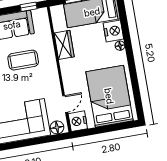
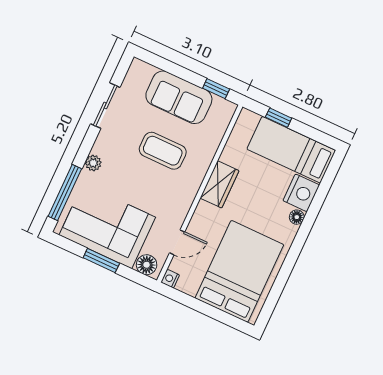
wardrobe: (64, 45) -> (219, 184), moved
nightstand: (78, 121) -> (170, 279), width x0.53, depth x0.56
window: (31, 142) -> (101, 261), added

